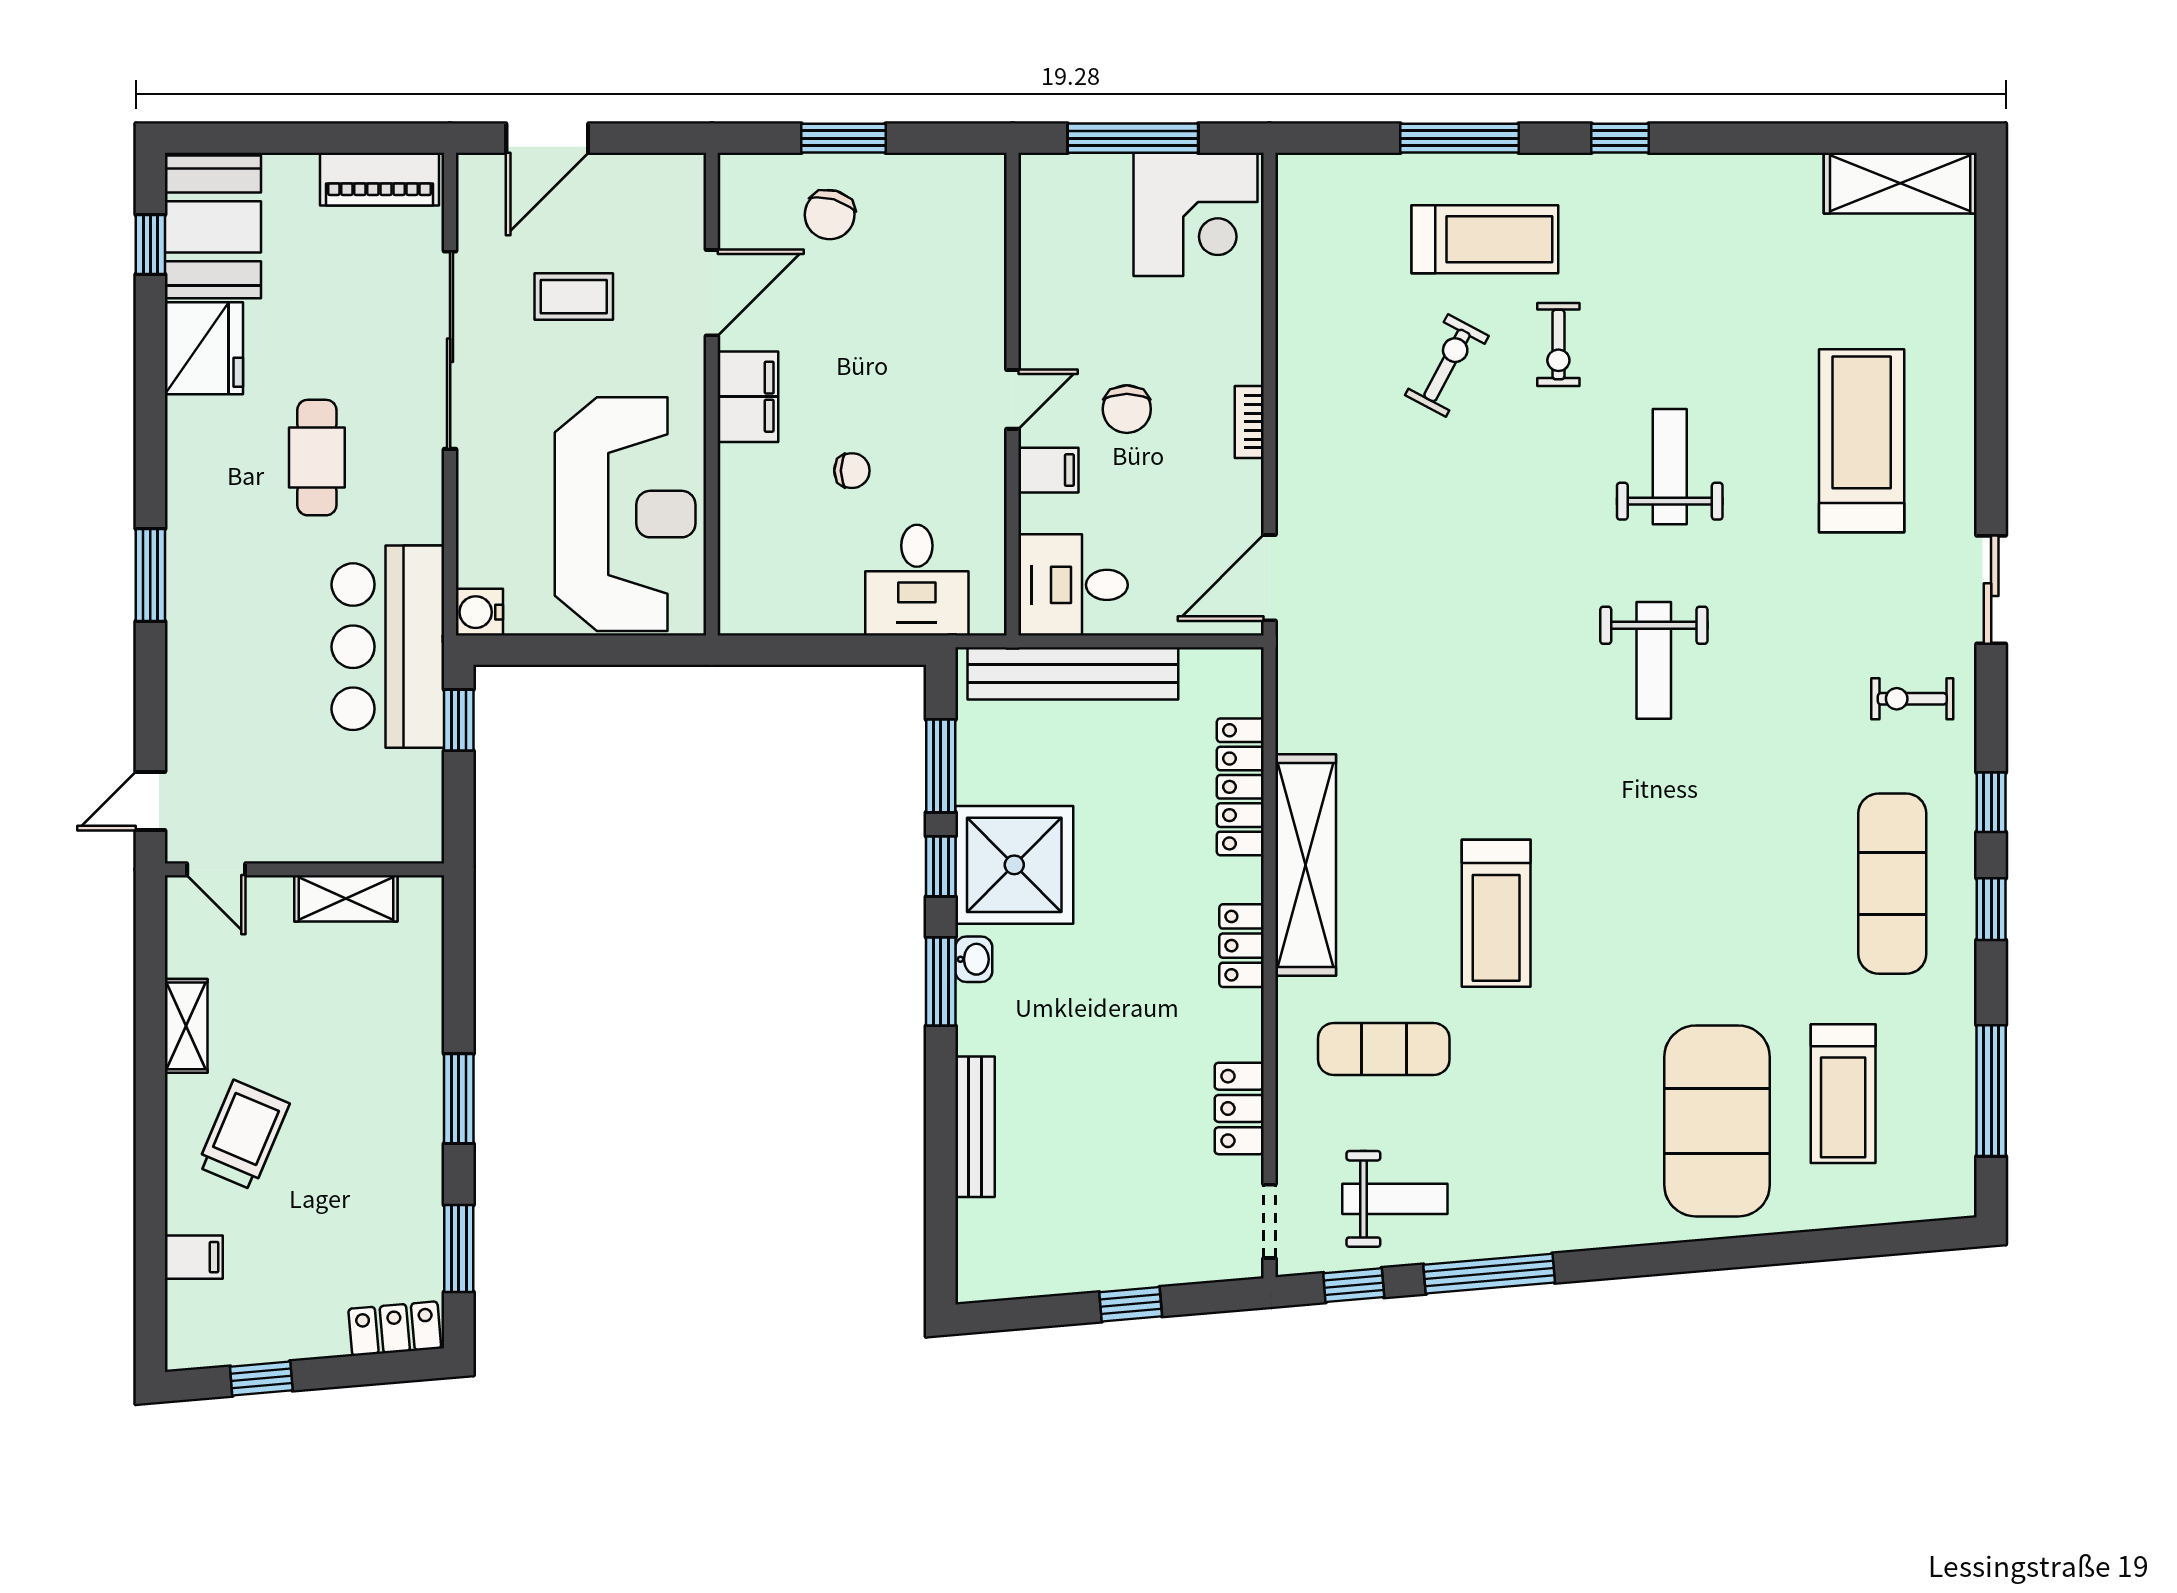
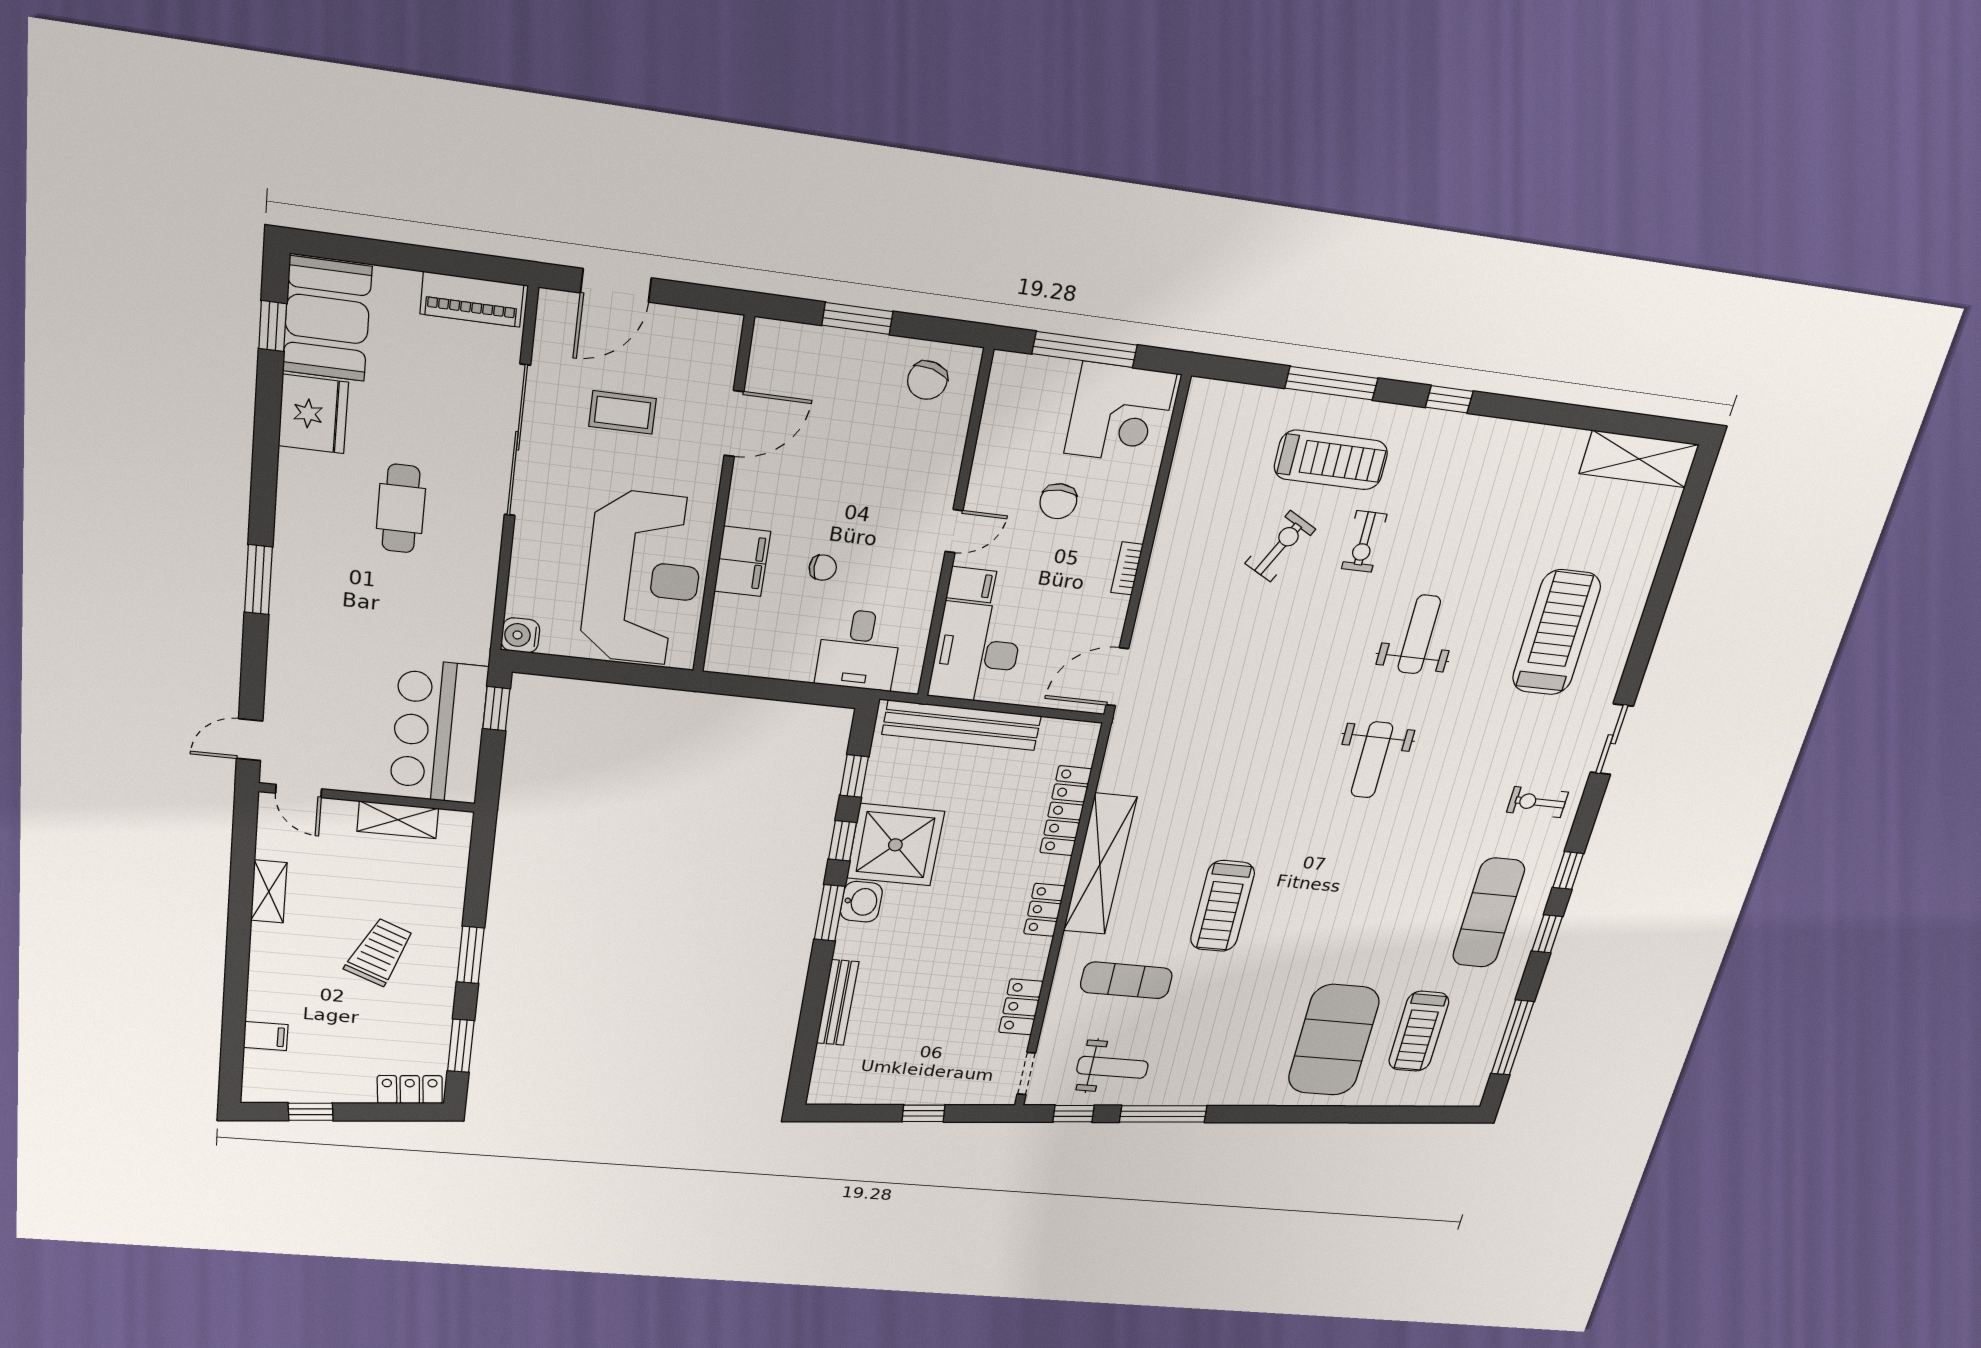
chair: (830, 215) -> (927, 380), moved
filing cabinet: (748, 397) -> (742, 561), moved
chair: (1127, 409) -> (1058, 501), moved
desk: (1073, 585) -> (976, 653), width x1.37
bar counter: (388, 647) -> (438, 732), moved
window: (941, 766) -> (854, 776), width x0.67
washbasin: (974, 959) -> (861, 902), width x1.38, depth x1.45
trolley: (243, 1135) -> (379, 952), moved

